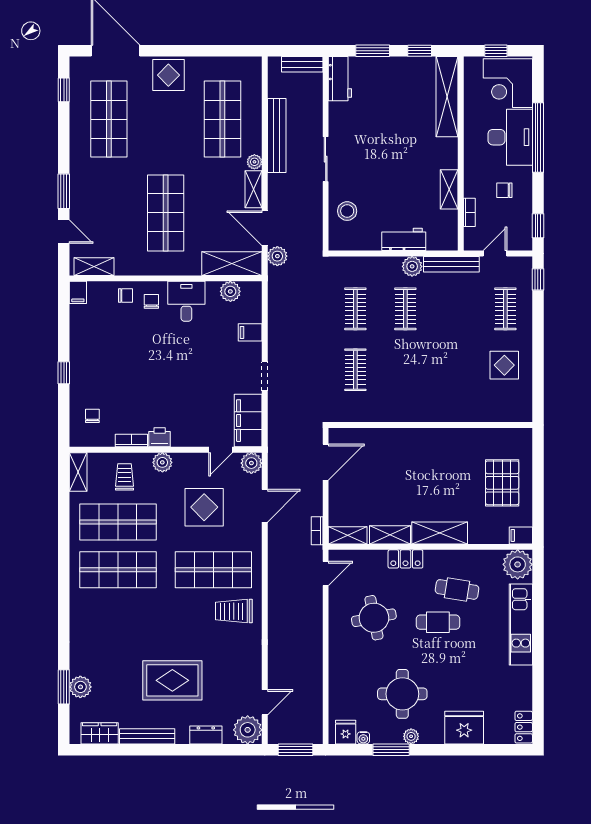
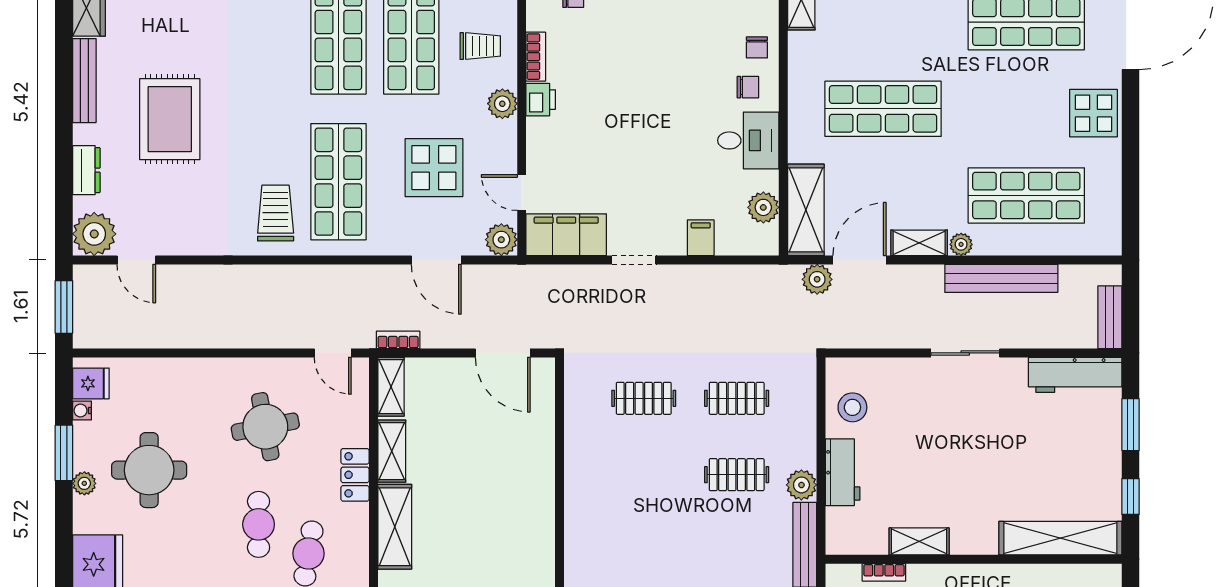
workbench: (340, 79) -> (1075, 375), width x1.38
stool: (347, 211) -> (852, 407), moved

